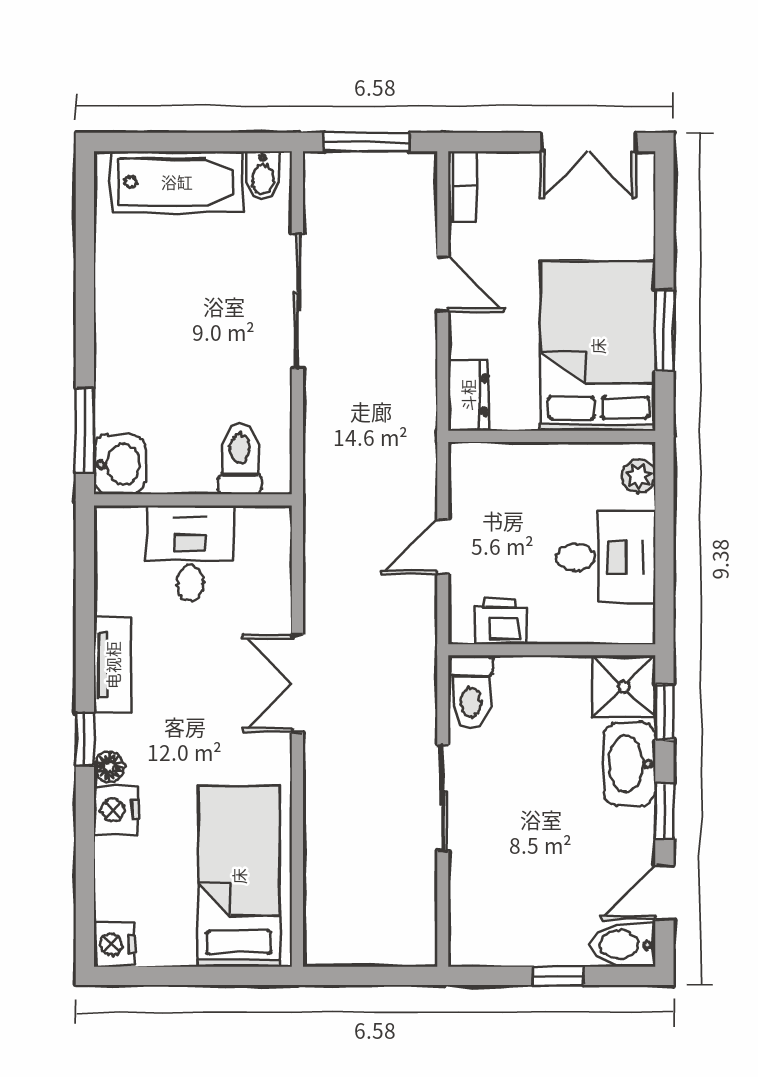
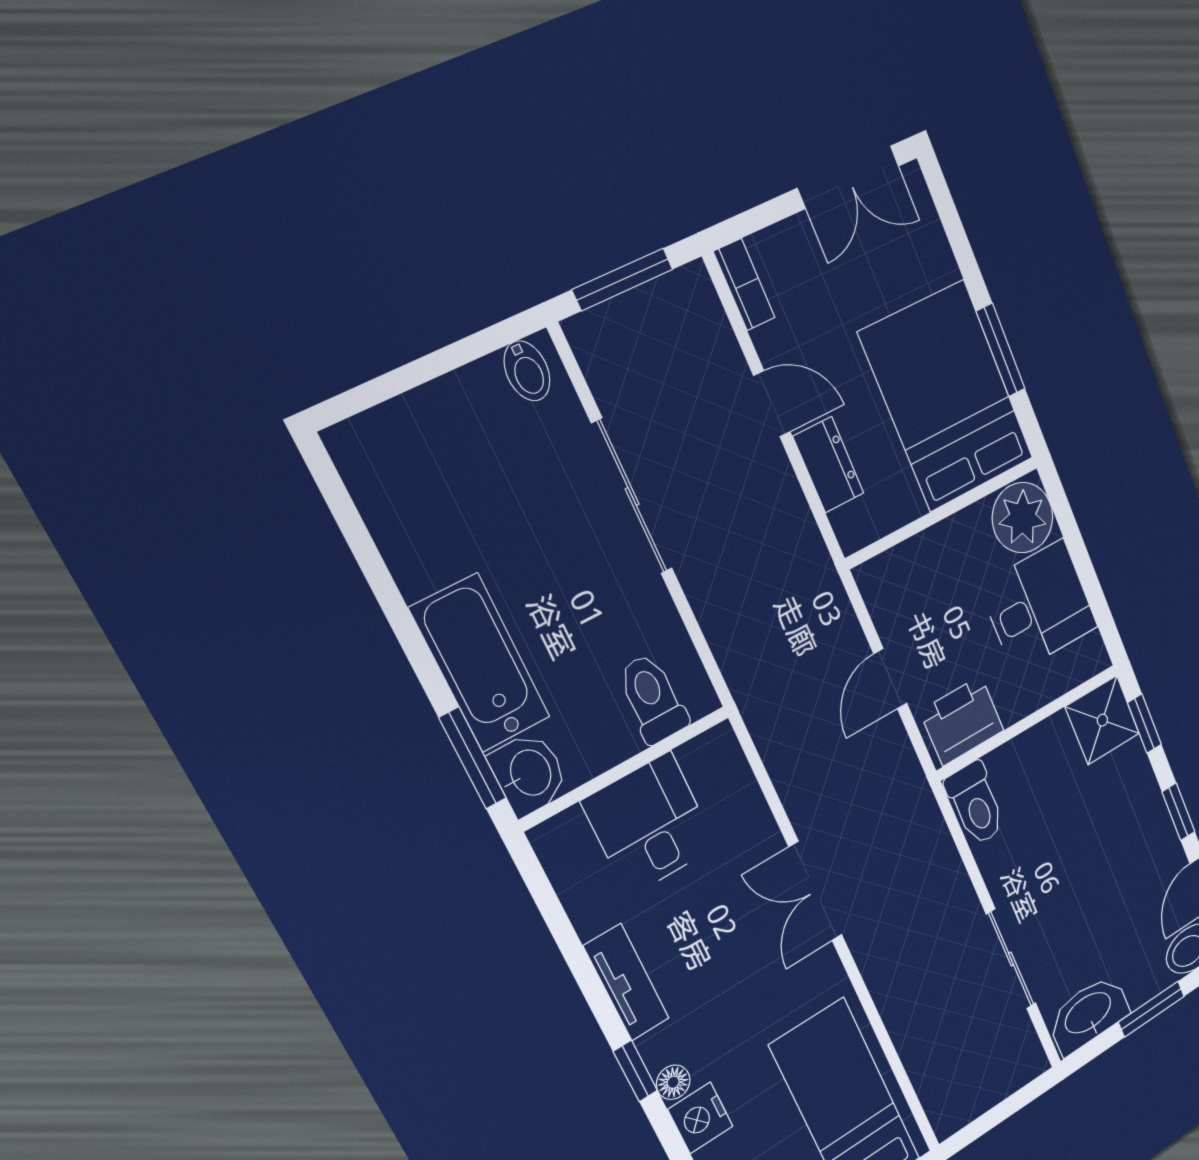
bathtub: (177, 182) -> (480, 663), moved, turned -90
dresser: (468, 395) -> (828, 465), moved
plant: (638, 476) -> (1023, 518), width x1.88, depth x1.88
printer: (500, 621) -> (962, 721), width x1.36, depth x1.24
washbasin: (630, 764) -> (1088, 1014), moved, turned 90
sliding door: (443, 798) -> (1011, 959), moved
window: (558, 976) -> (1151, 1009), width x1.50

